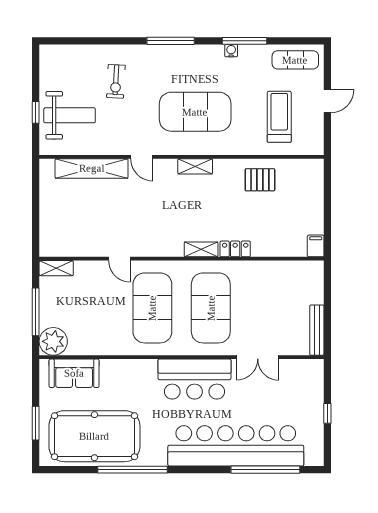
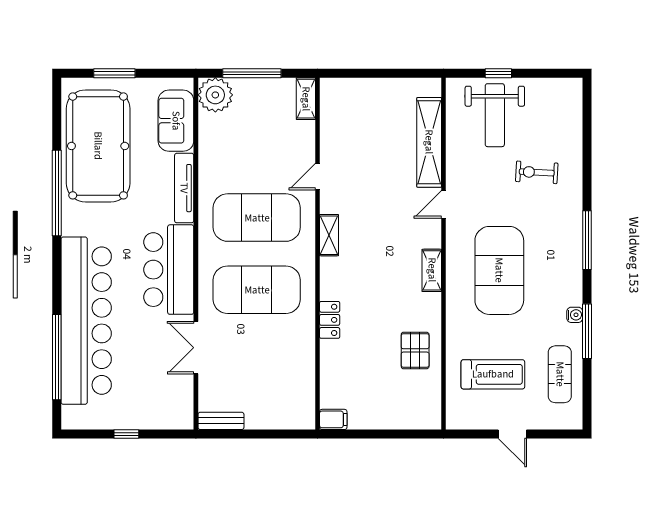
exercise mat: (295, 60) -> (560, 374), moved
shelving: (201, 249) -> (329, 235), moved
bench: (317, 330) -> (221, 421), width x0.73
tv unit: (129, 367) -> (184, 188), added

